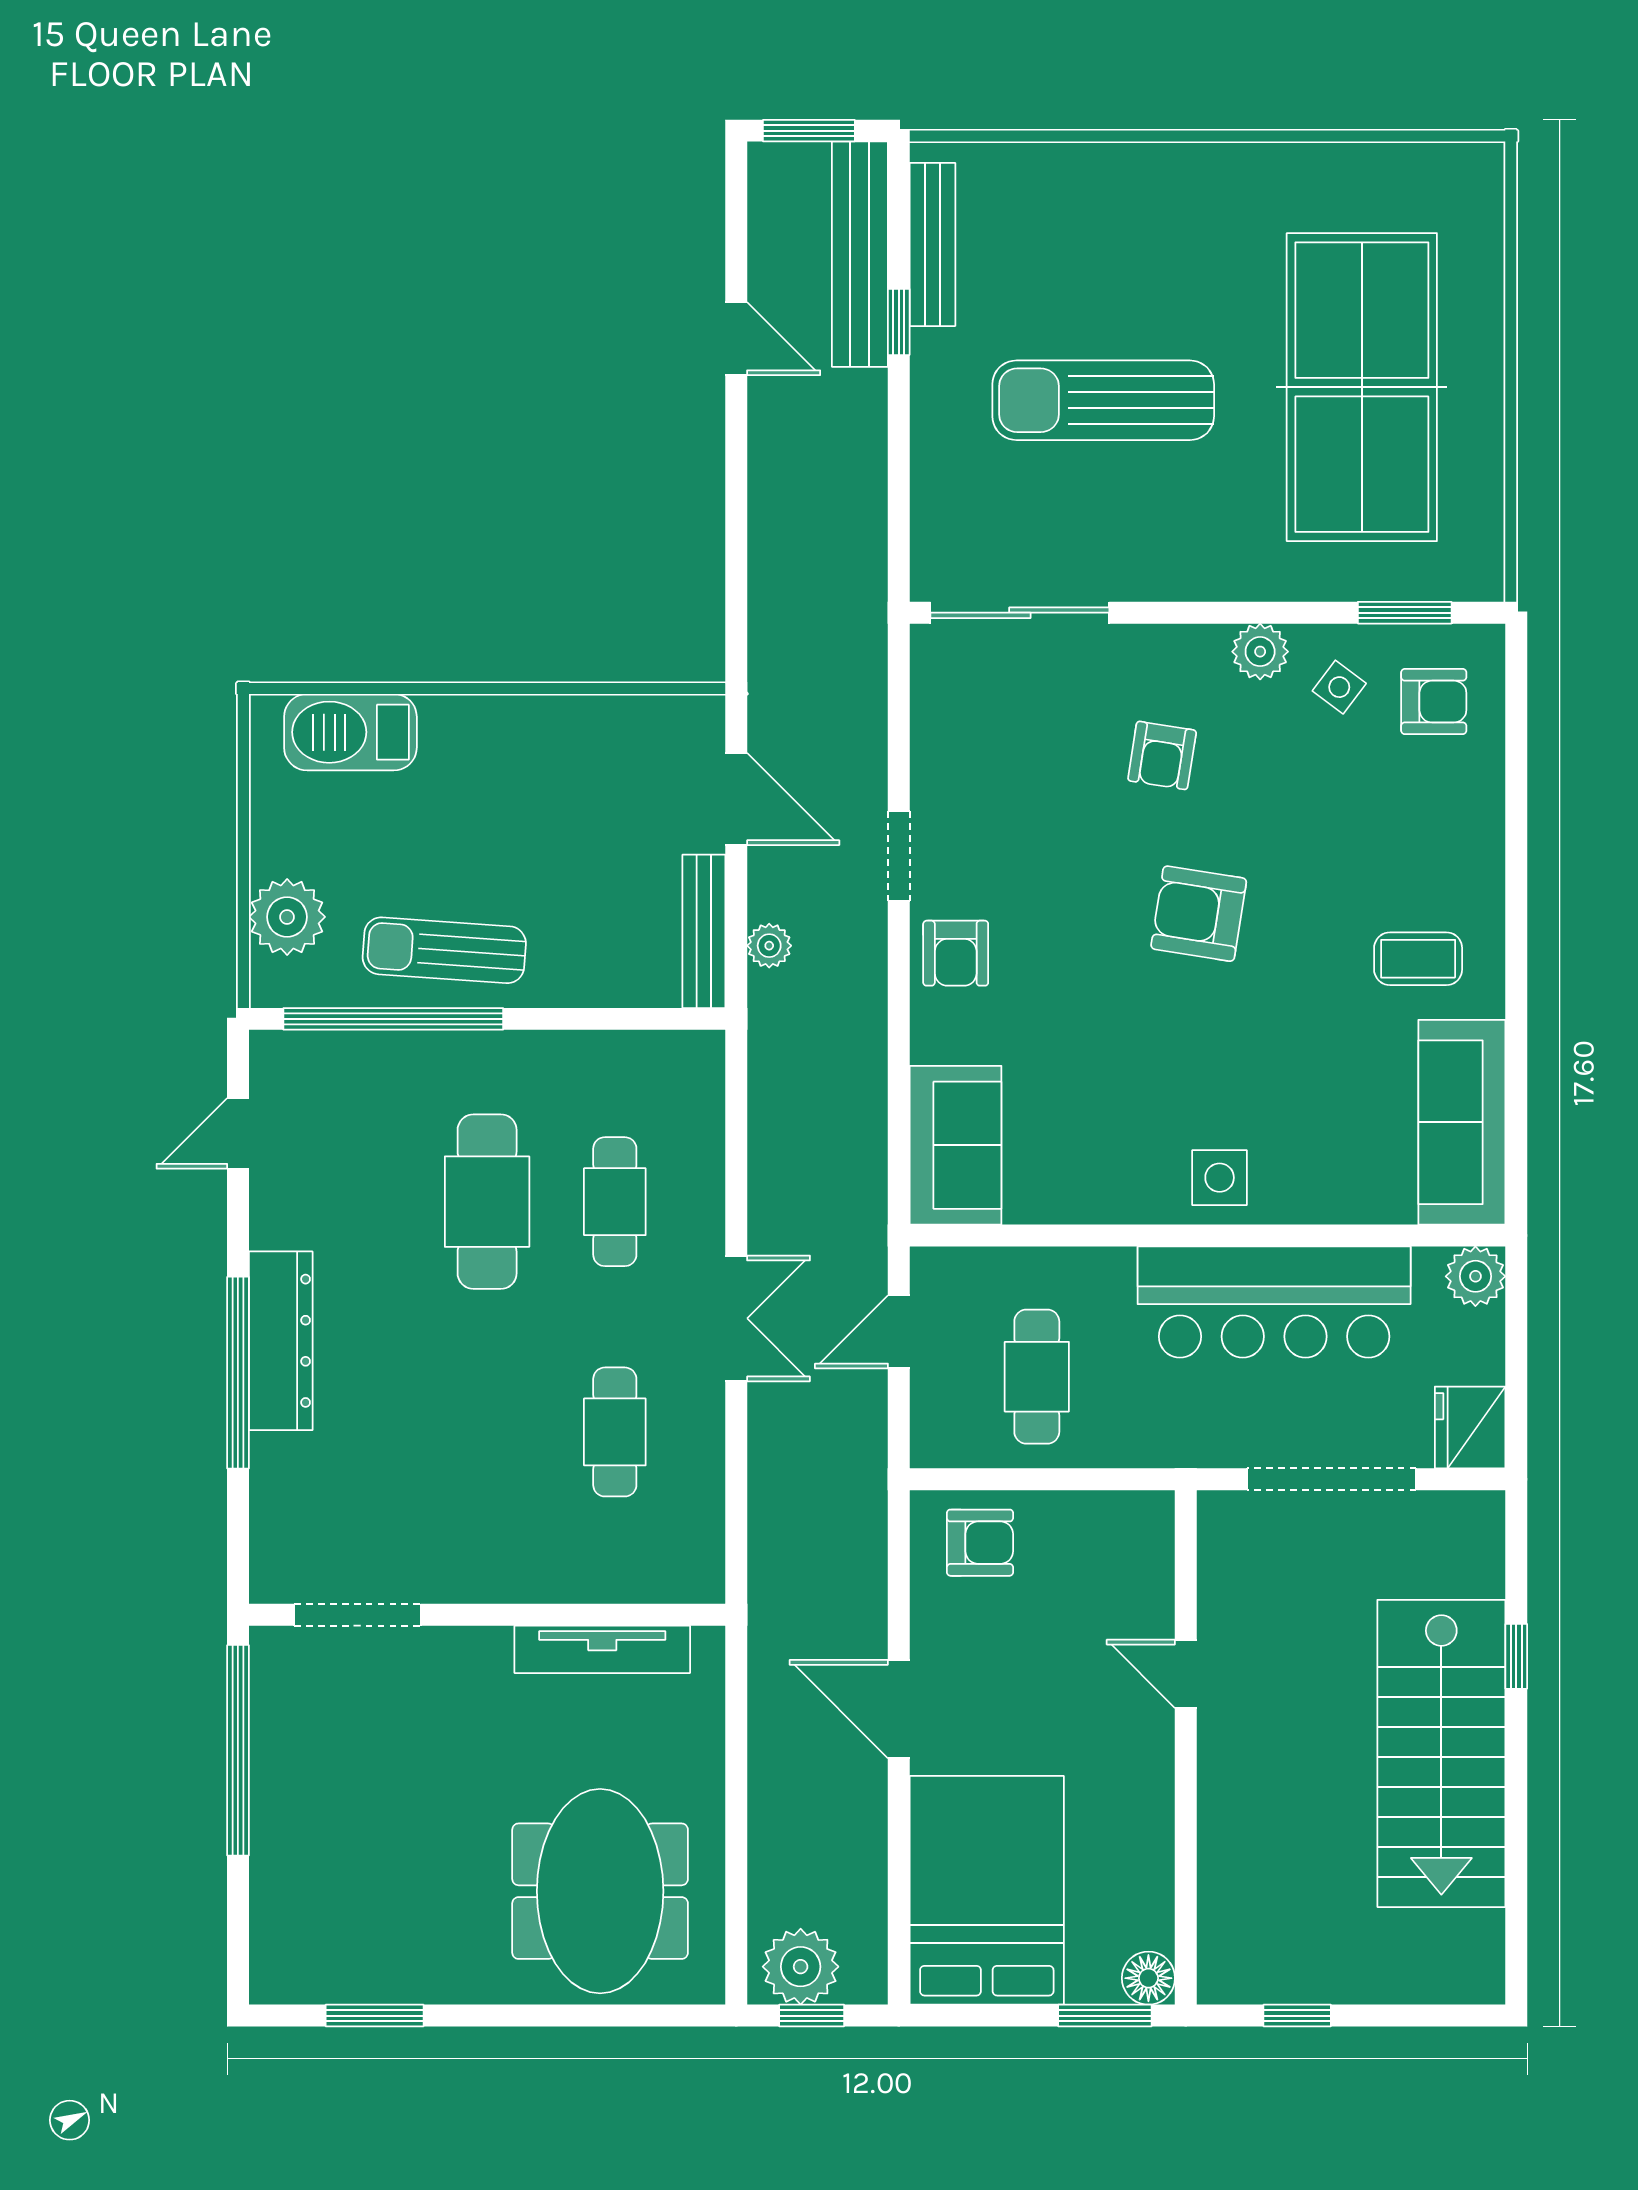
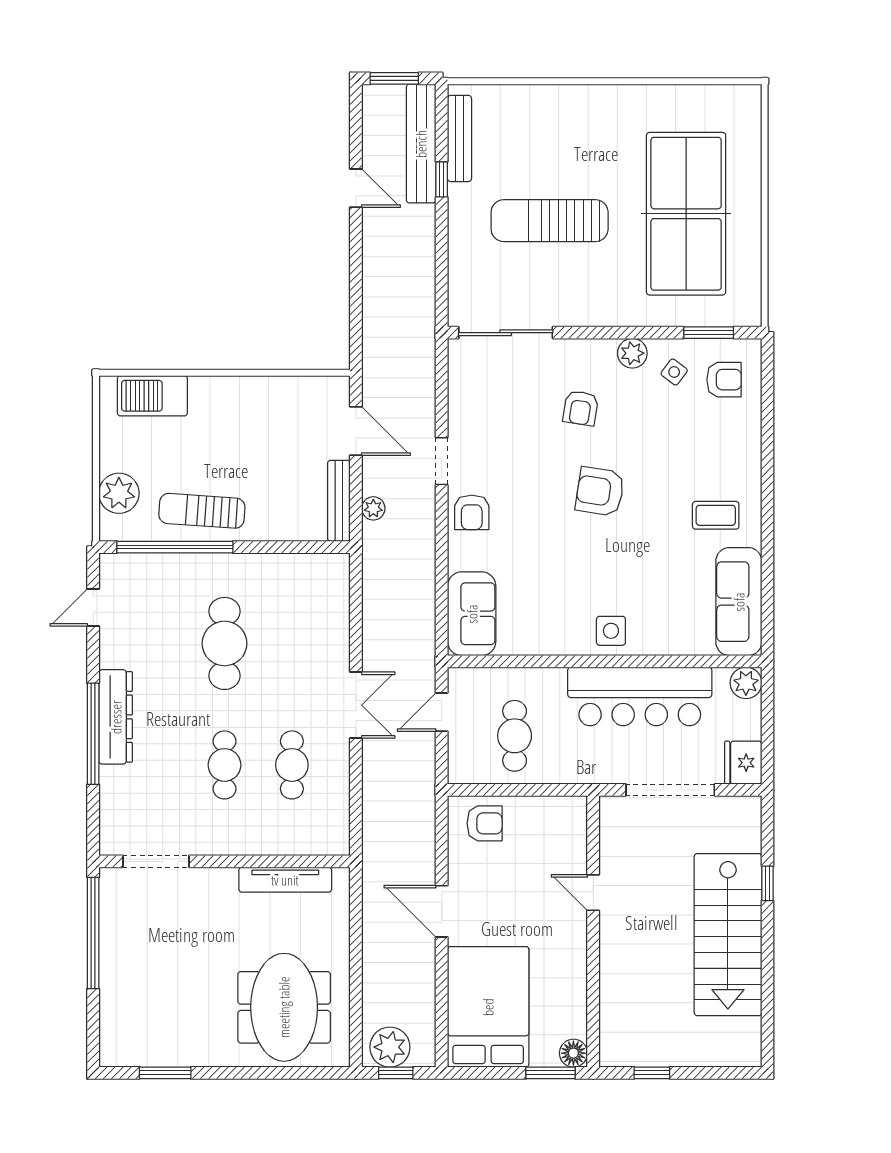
cafe table: (615, 1202) -> (225, 765), moved

